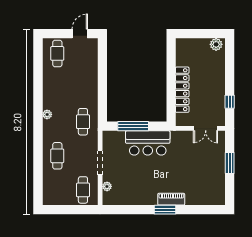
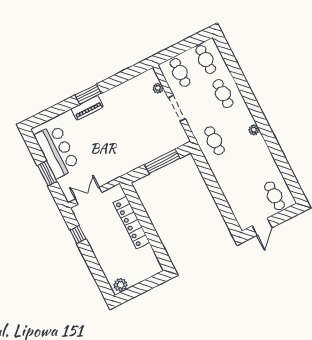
bar counter: (148, 143) -> (57, 151), moved, turned 90
cafe table: (57, 190) -> (206, 60), added

